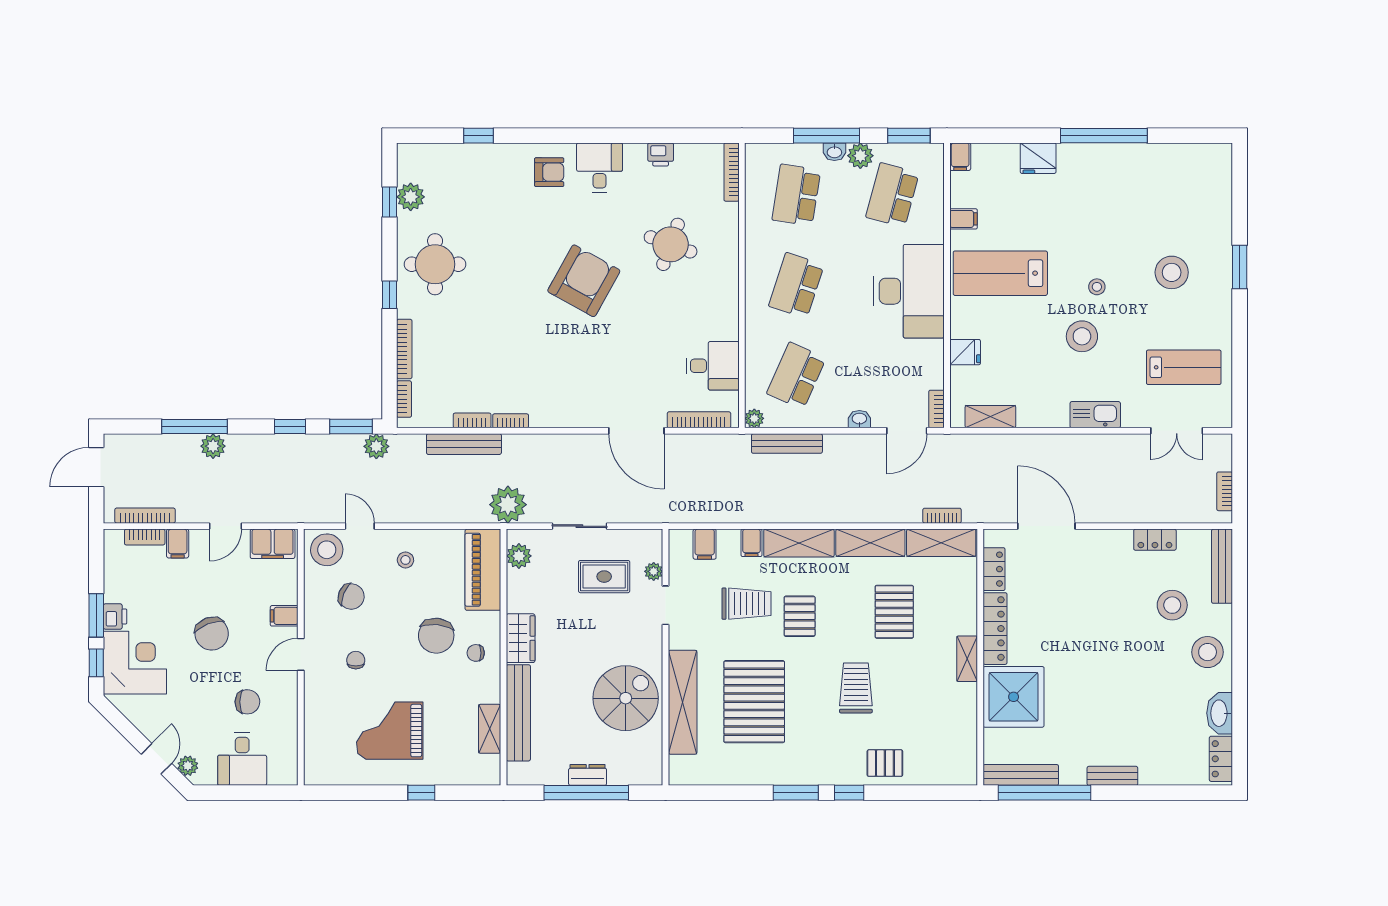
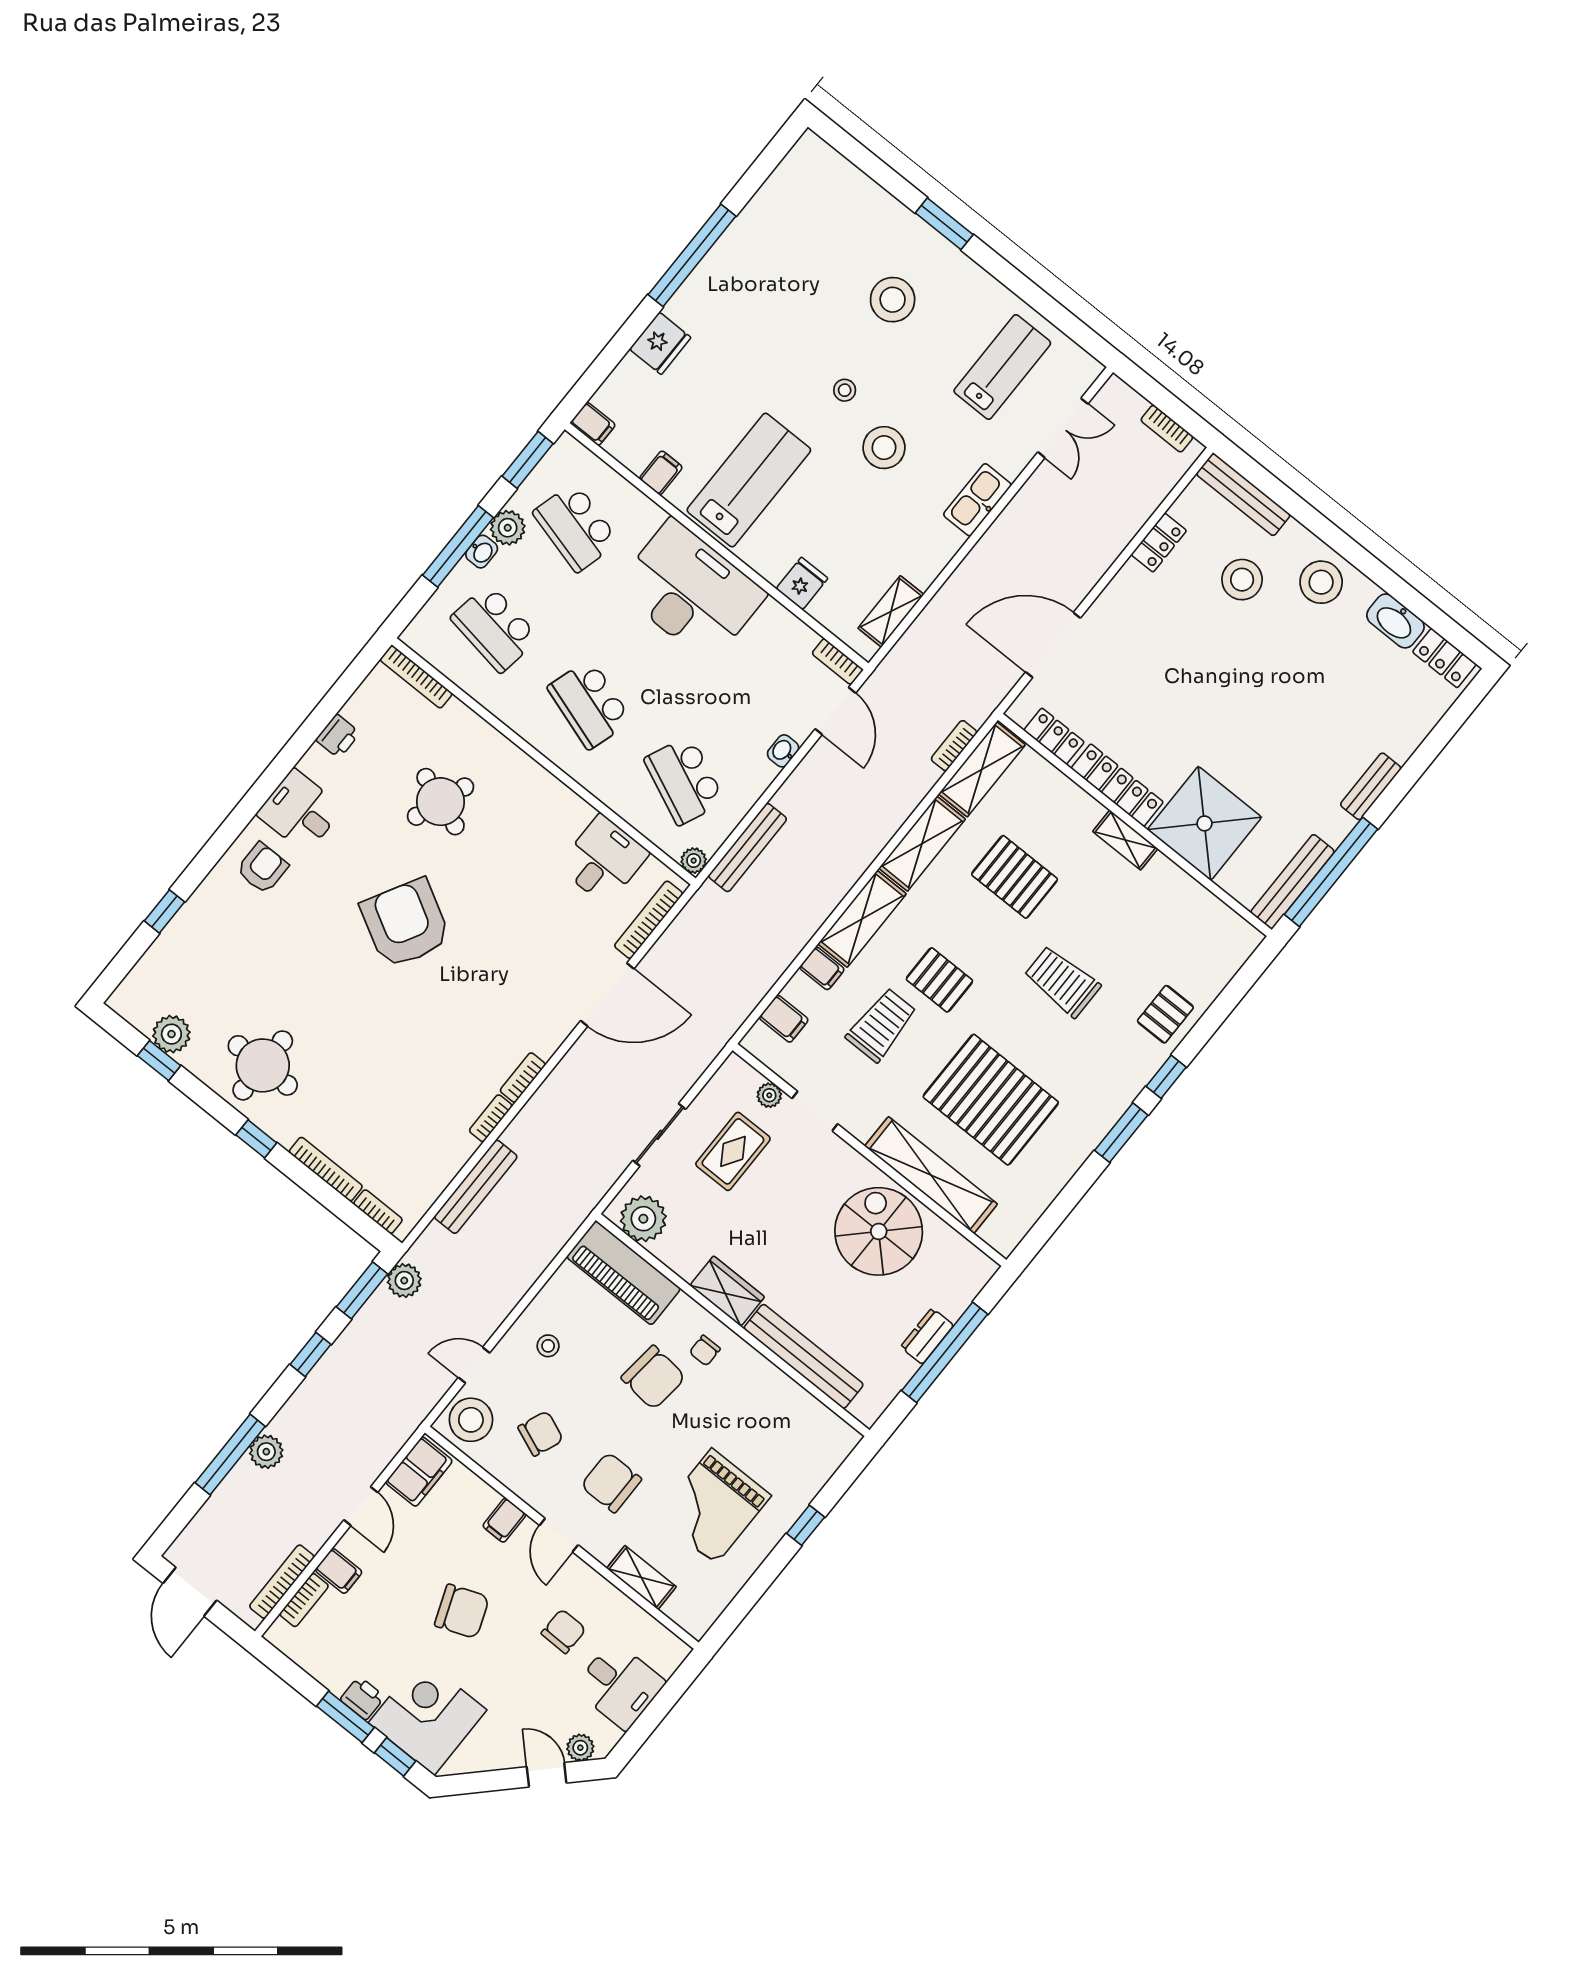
lab bench: (1000, 273) -> (749, 480), turned 180
bookcase: (472, 420) -> (523, 1078), moved
plant: (508, 505) -> (576, 1192), removed
plant: (519, 556) -> (643, 1219), width x1.36, depth x1.36
chair: (356, 660) -> (611, 1482), width x1.87, depth x1.87
shelving: (490, 729) -> (641, 1578), moved

